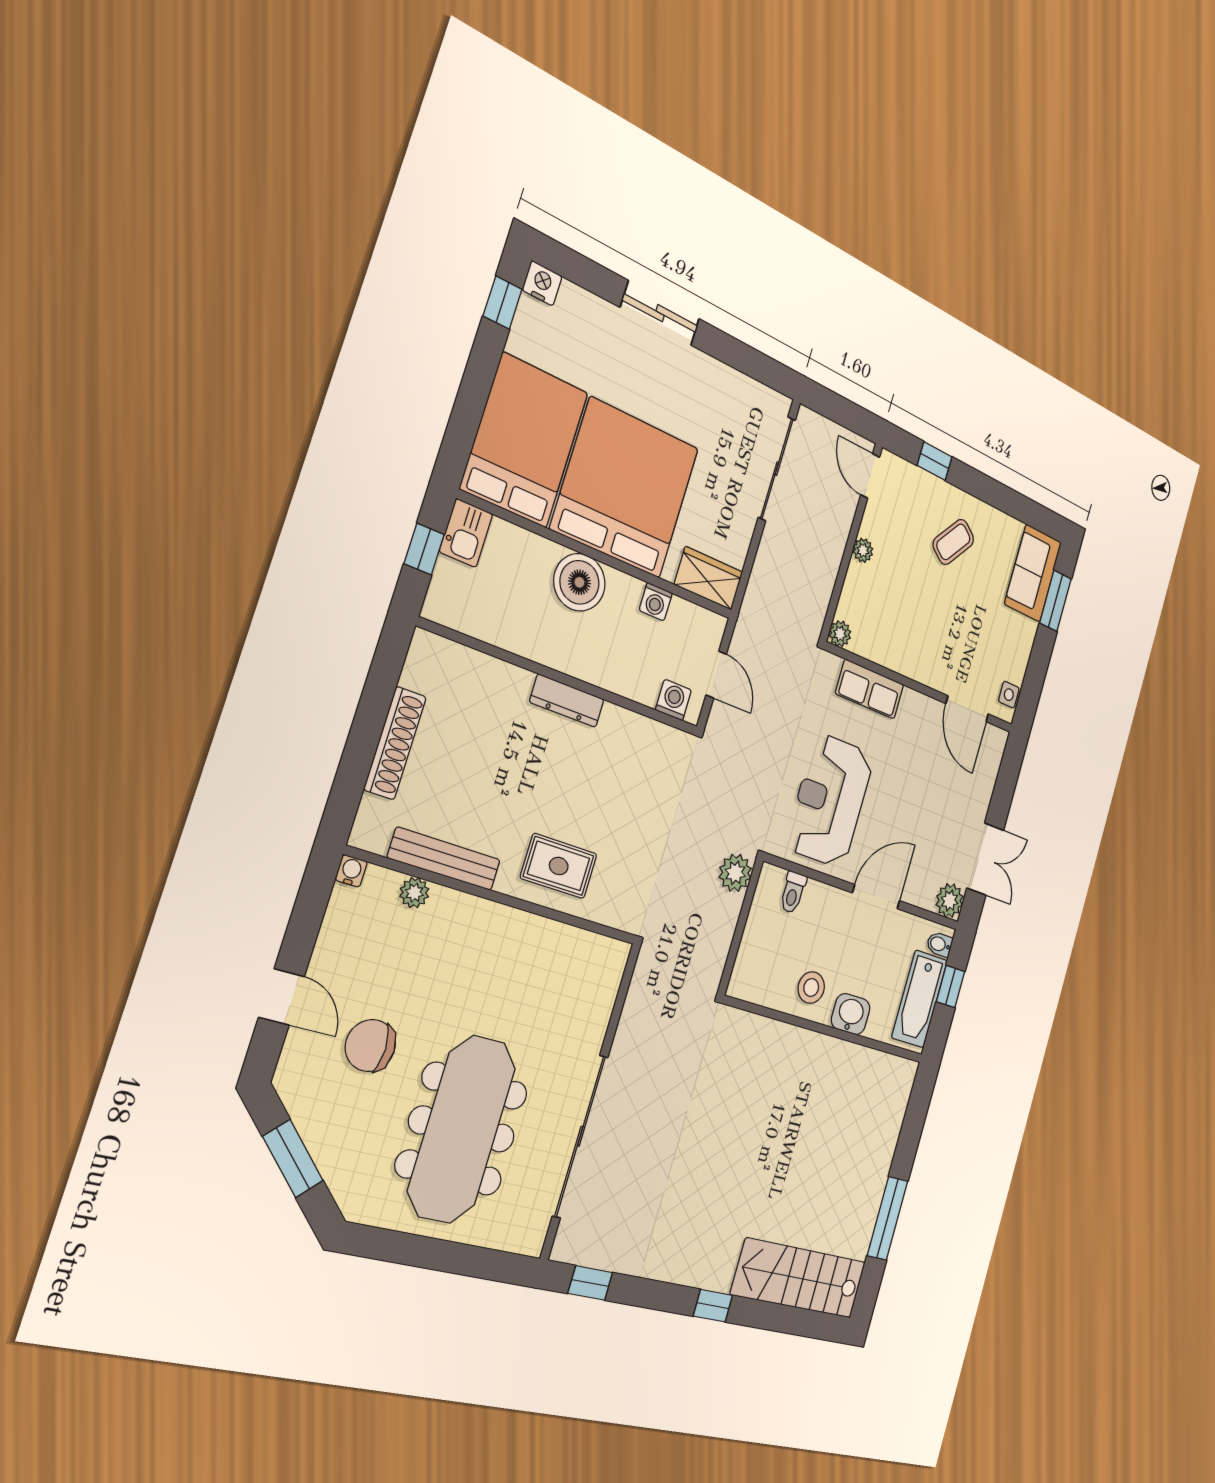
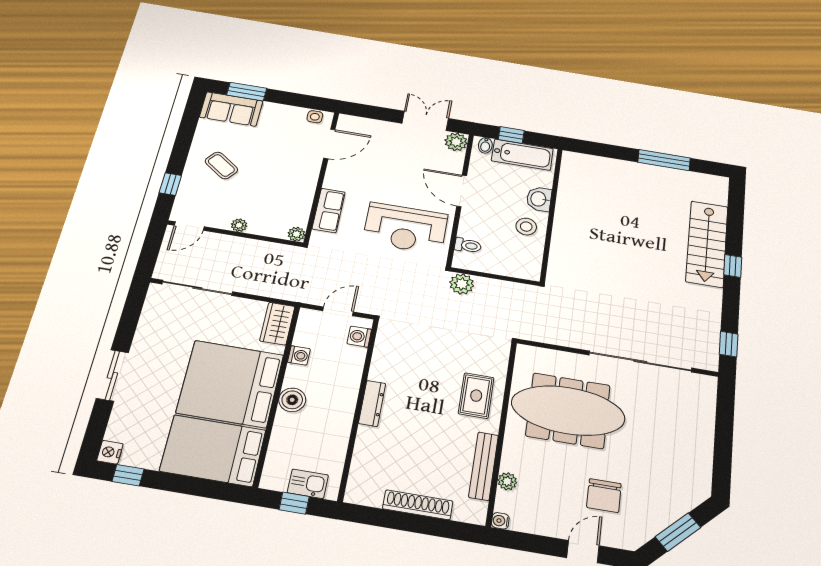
kitchen sink: (466, 533) -> (308, 484), moved
boiler: (579, 582) -> (292, 400), width x0.73, depth x0.73
meeting table: (462, 1129) -> (568, 410), moved
stairs: (799, 1278) -> (707, 244), moved

